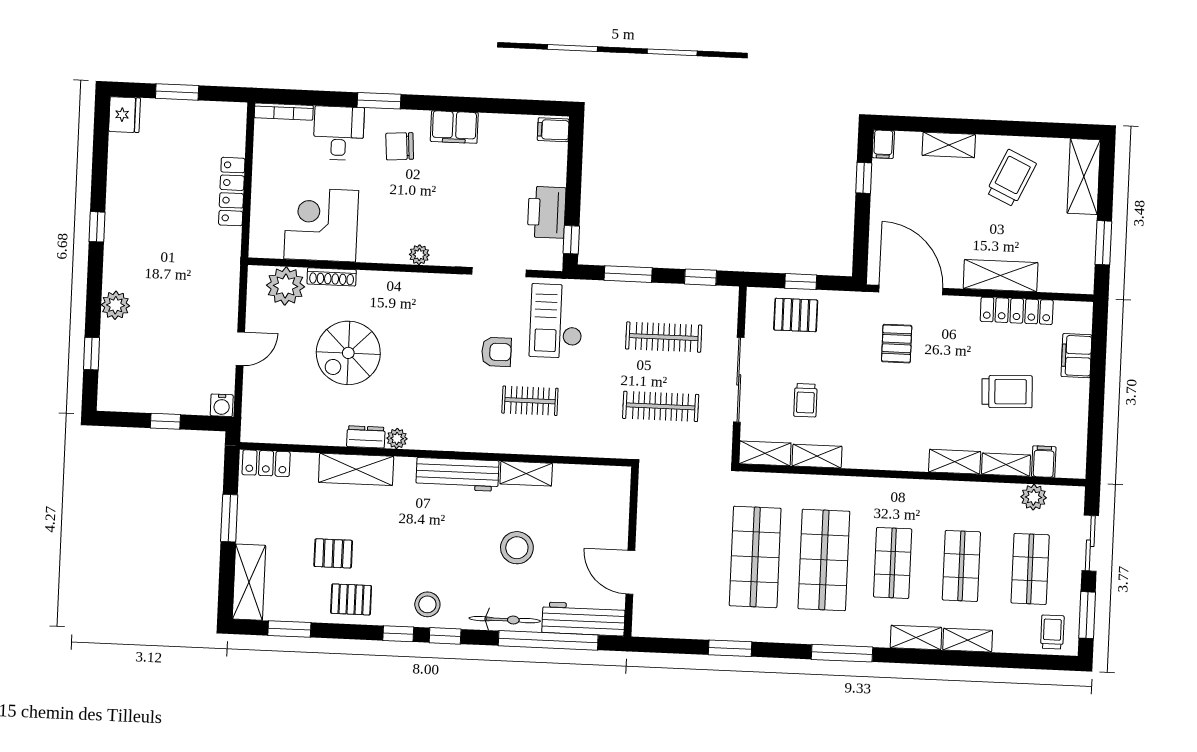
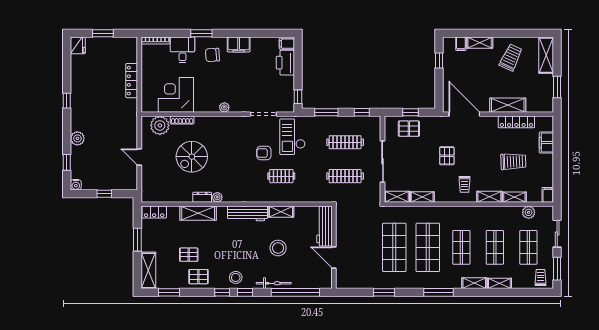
filing cabinet: (883, 144) -> (461, 44), moved
printer: (547, 212) -> (285, 63), moved
pallet: (897, 344) -> (447, 156), moved
door: (240, 349) -> (139, 157), swing flipped
armchair: (496, 352) -> (264, 153), turned 180
trolley: (805, 400) -> (465, 184), moved
water cooler: (222, 405) -> (76, 185), moved
filing cabinet: (1044, 462) -> (548, 195), moved
workbench: (584, 619) -> (325, 226), moved, turned -90

